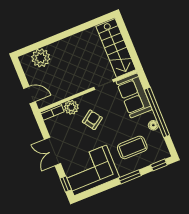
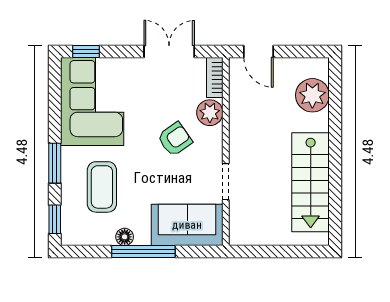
stairs: (116, 48) -> (311, 182), moved, turned -90
door: (29, 95) -> (258, 52), hinge flipped
window: (157, 112) -> (143, 251), width x0.68
armchair: (92, 120) -> (175, 139), turned -90
double door: (52, 151) -> (169, 52), moved

